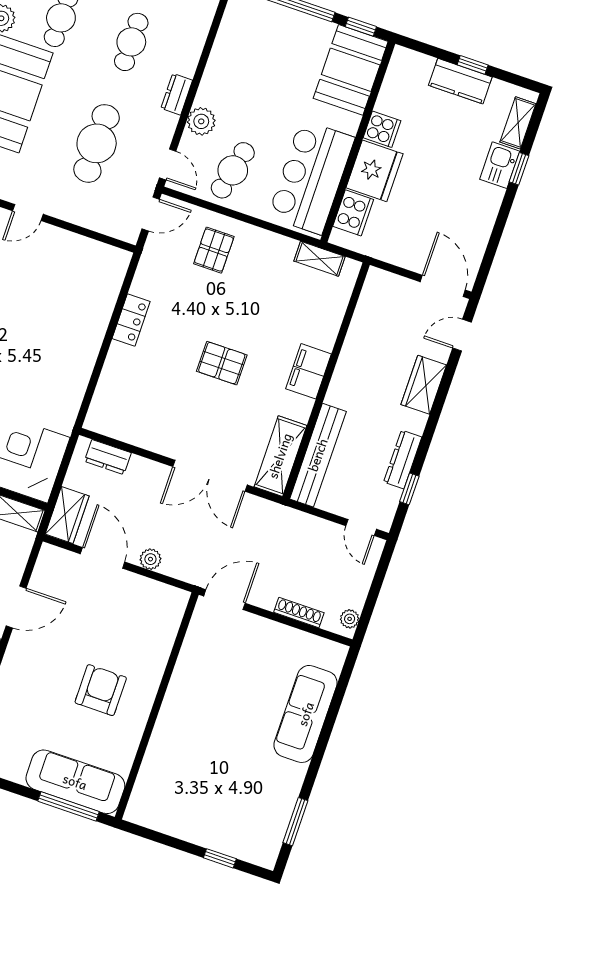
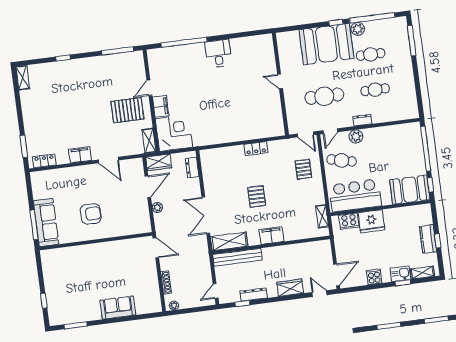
cooker: (382, 129) -> (374, 277), moved, turned 180
pallet: (214, 250) -> (303, 169), turned 90
sofa: (306, 714) -> (118, 308), width x0.73

